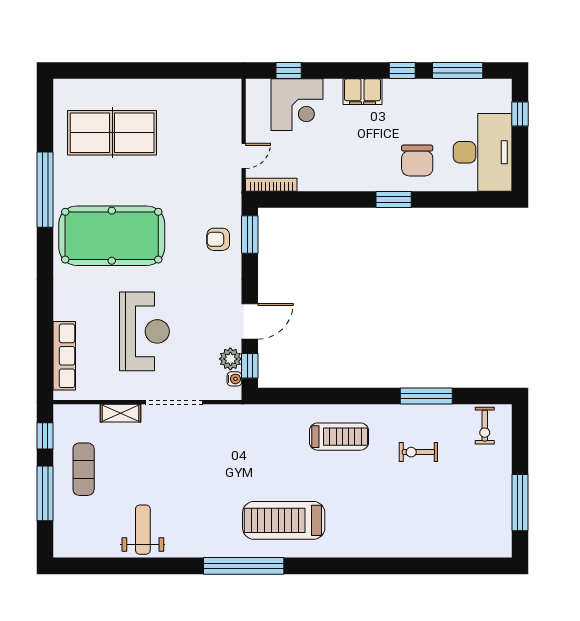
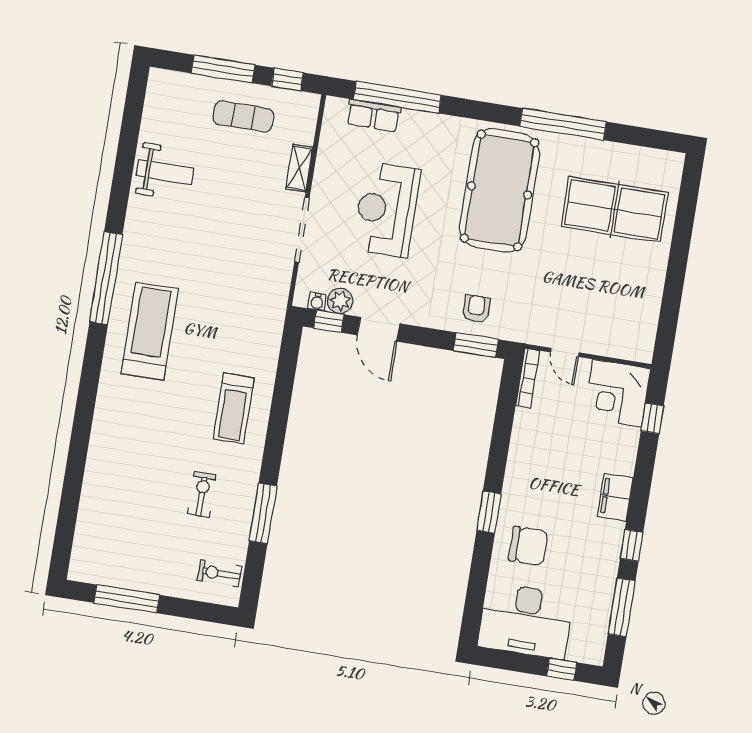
corner desk: (297, 105) -> (617, 393), moved
table tennis table: (112, 133) -> (615, 209), turned 90
chair: (417, 161) -> (528, 546), turned 180
reception desk: (144, 331) -> (386, 210), turned 90
window: (45, 338) -> (397, 97), added
row of seats: (64, 356) -> (374, 116), width x0.68

